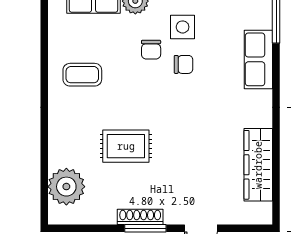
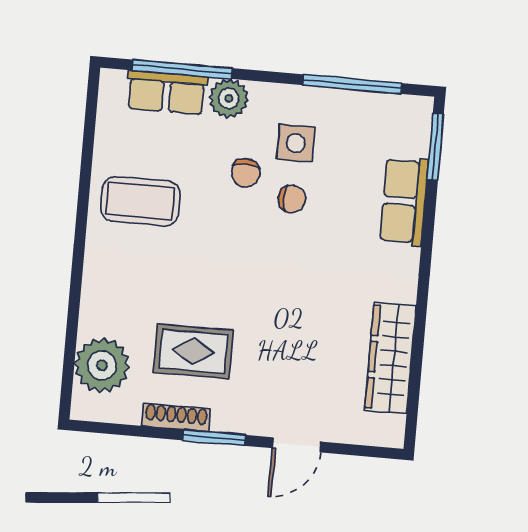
coffee table: (82, 75) -> (140, 201), width x1.36, depth x1.30
rug: (126, 146) -> (193, 351), moved
shoe rack: (140, 217) -> (176, 417), moved

